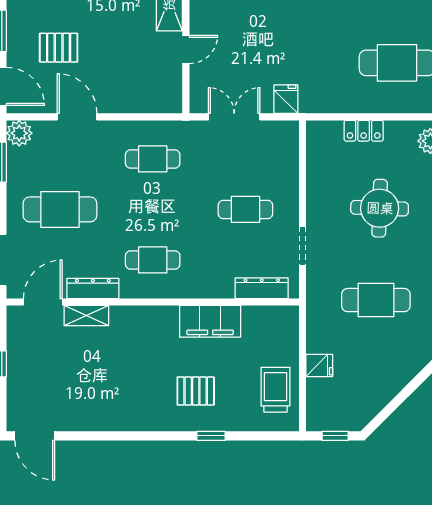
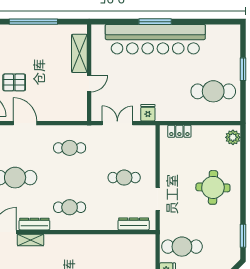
locker: (364, 131) -> (179, 131), moved
round table: (380, 208) -> (213, 187), moved
cafe table: (376, 300) -> (182, 247), moved
filing cabinet: (210, 321) -> (103, 243), removed

